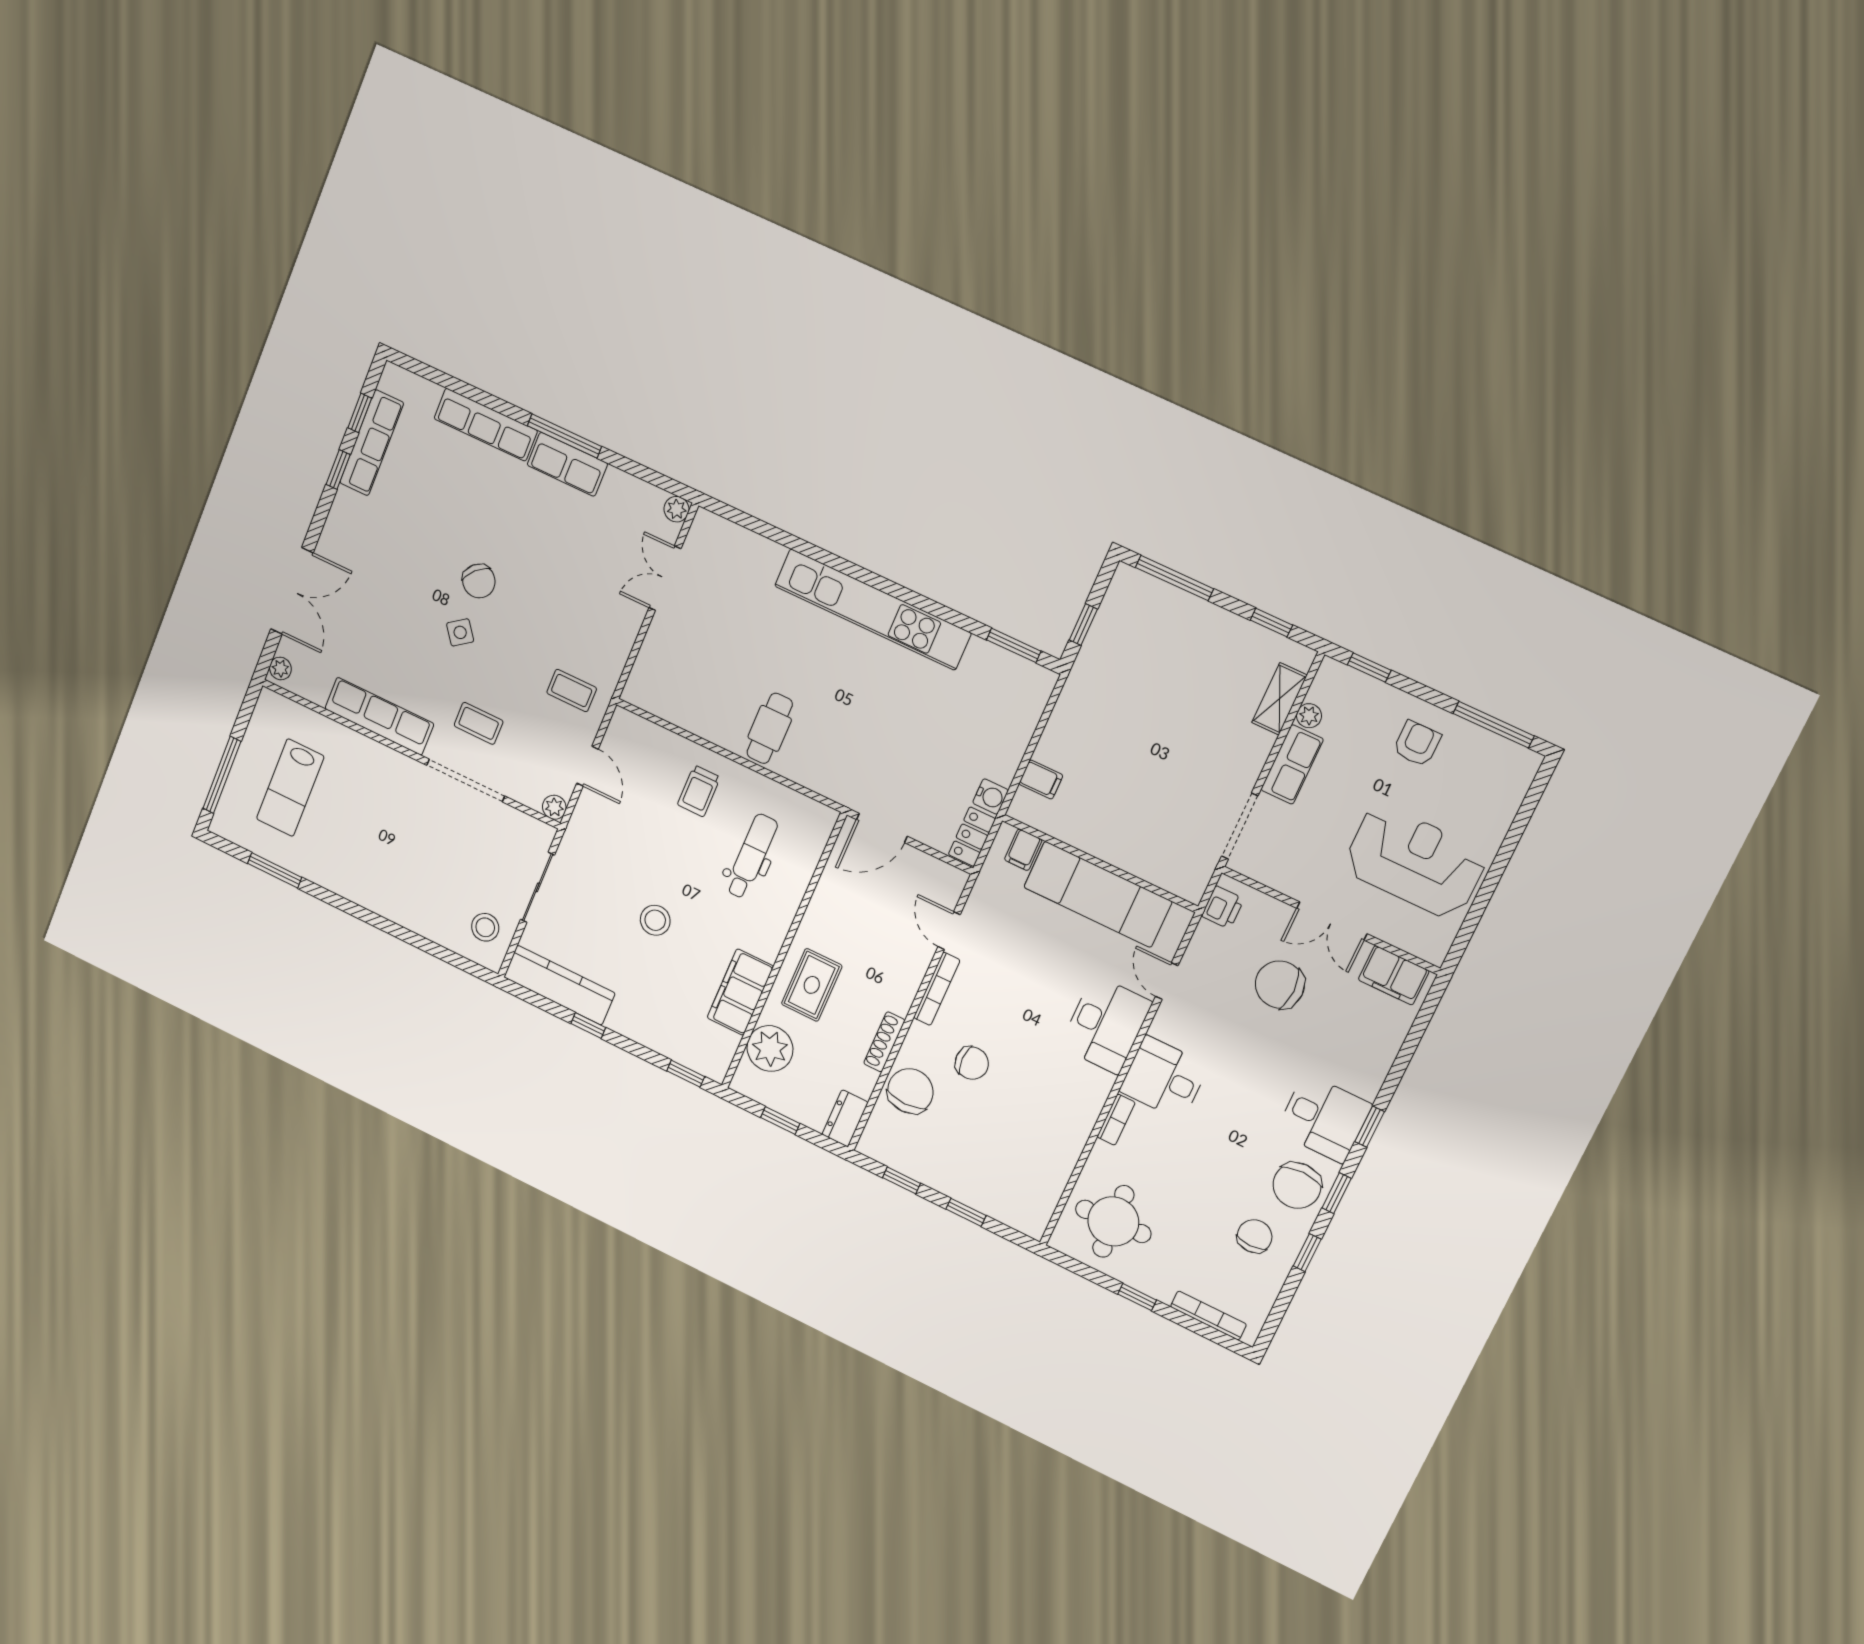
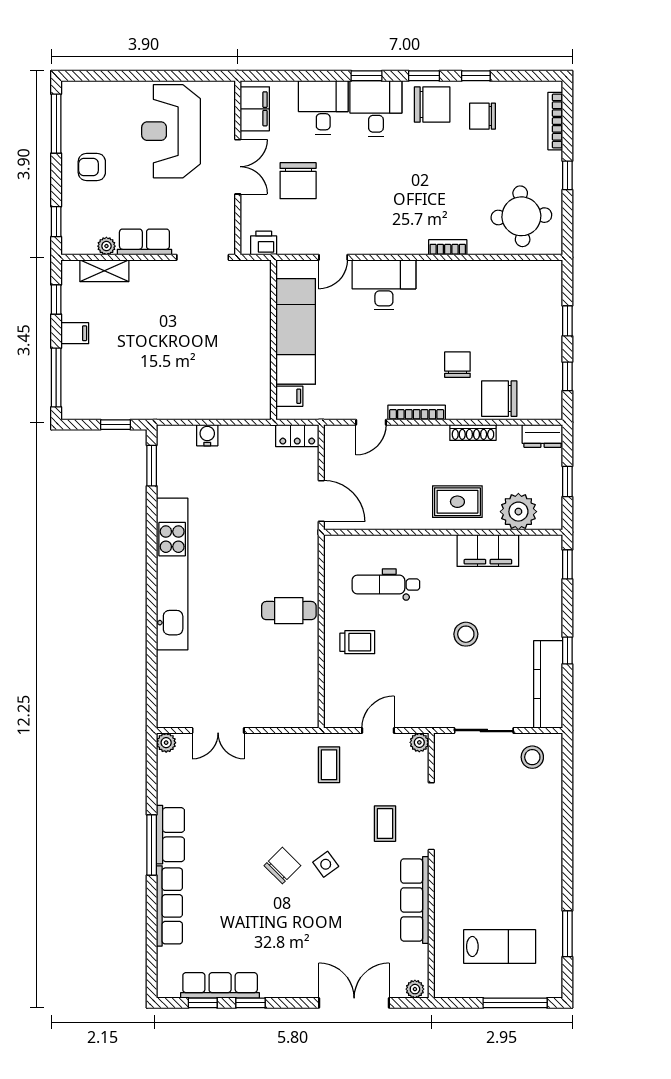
filing cabinet: (1041, 780) -> (75, 333), moved, turned 90
water cooler: (991, 797) -> (207, 435), moved
desk: (1164, 1078) -> (323, 107), moved, turned 180

